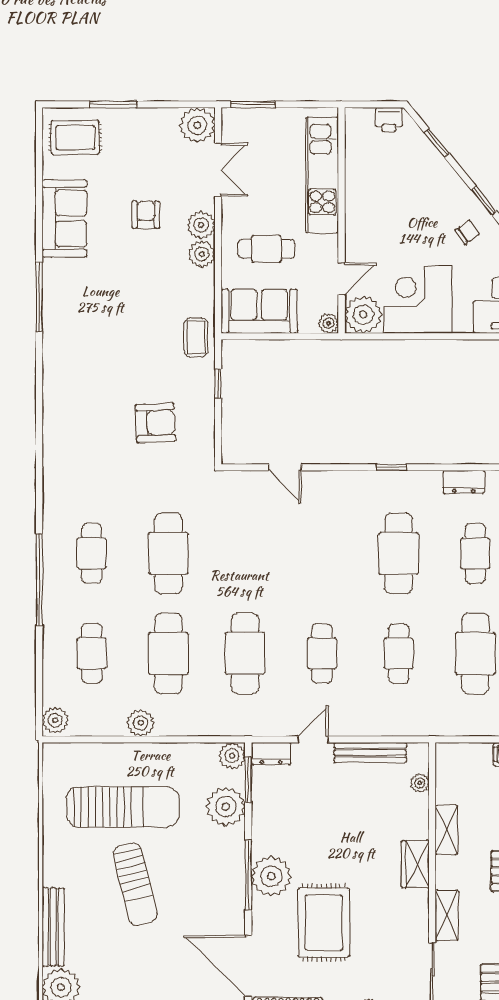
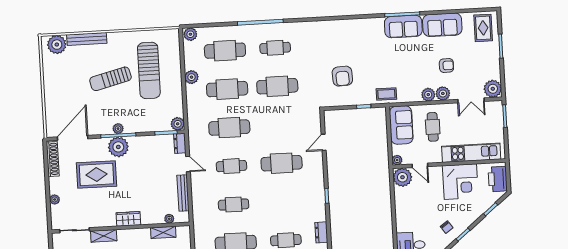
printer: (389, 120) -> (498, 179), width x1.87, depth x1.48
sofa: (64, 296) -> (403, 27), added
corner desk: (418, 299) -> (460, 182), moved, turned 90
cafe table: (399, 553) -> (282, 163), moved
cafe table: (92, 653) -> (225, 51), width x1.37, depth x1.35
plant: (226, 807) -> (118, 129), moved, width x0.53, depth x0.53
shelving: (446, 830) -> (163, 232), moved

